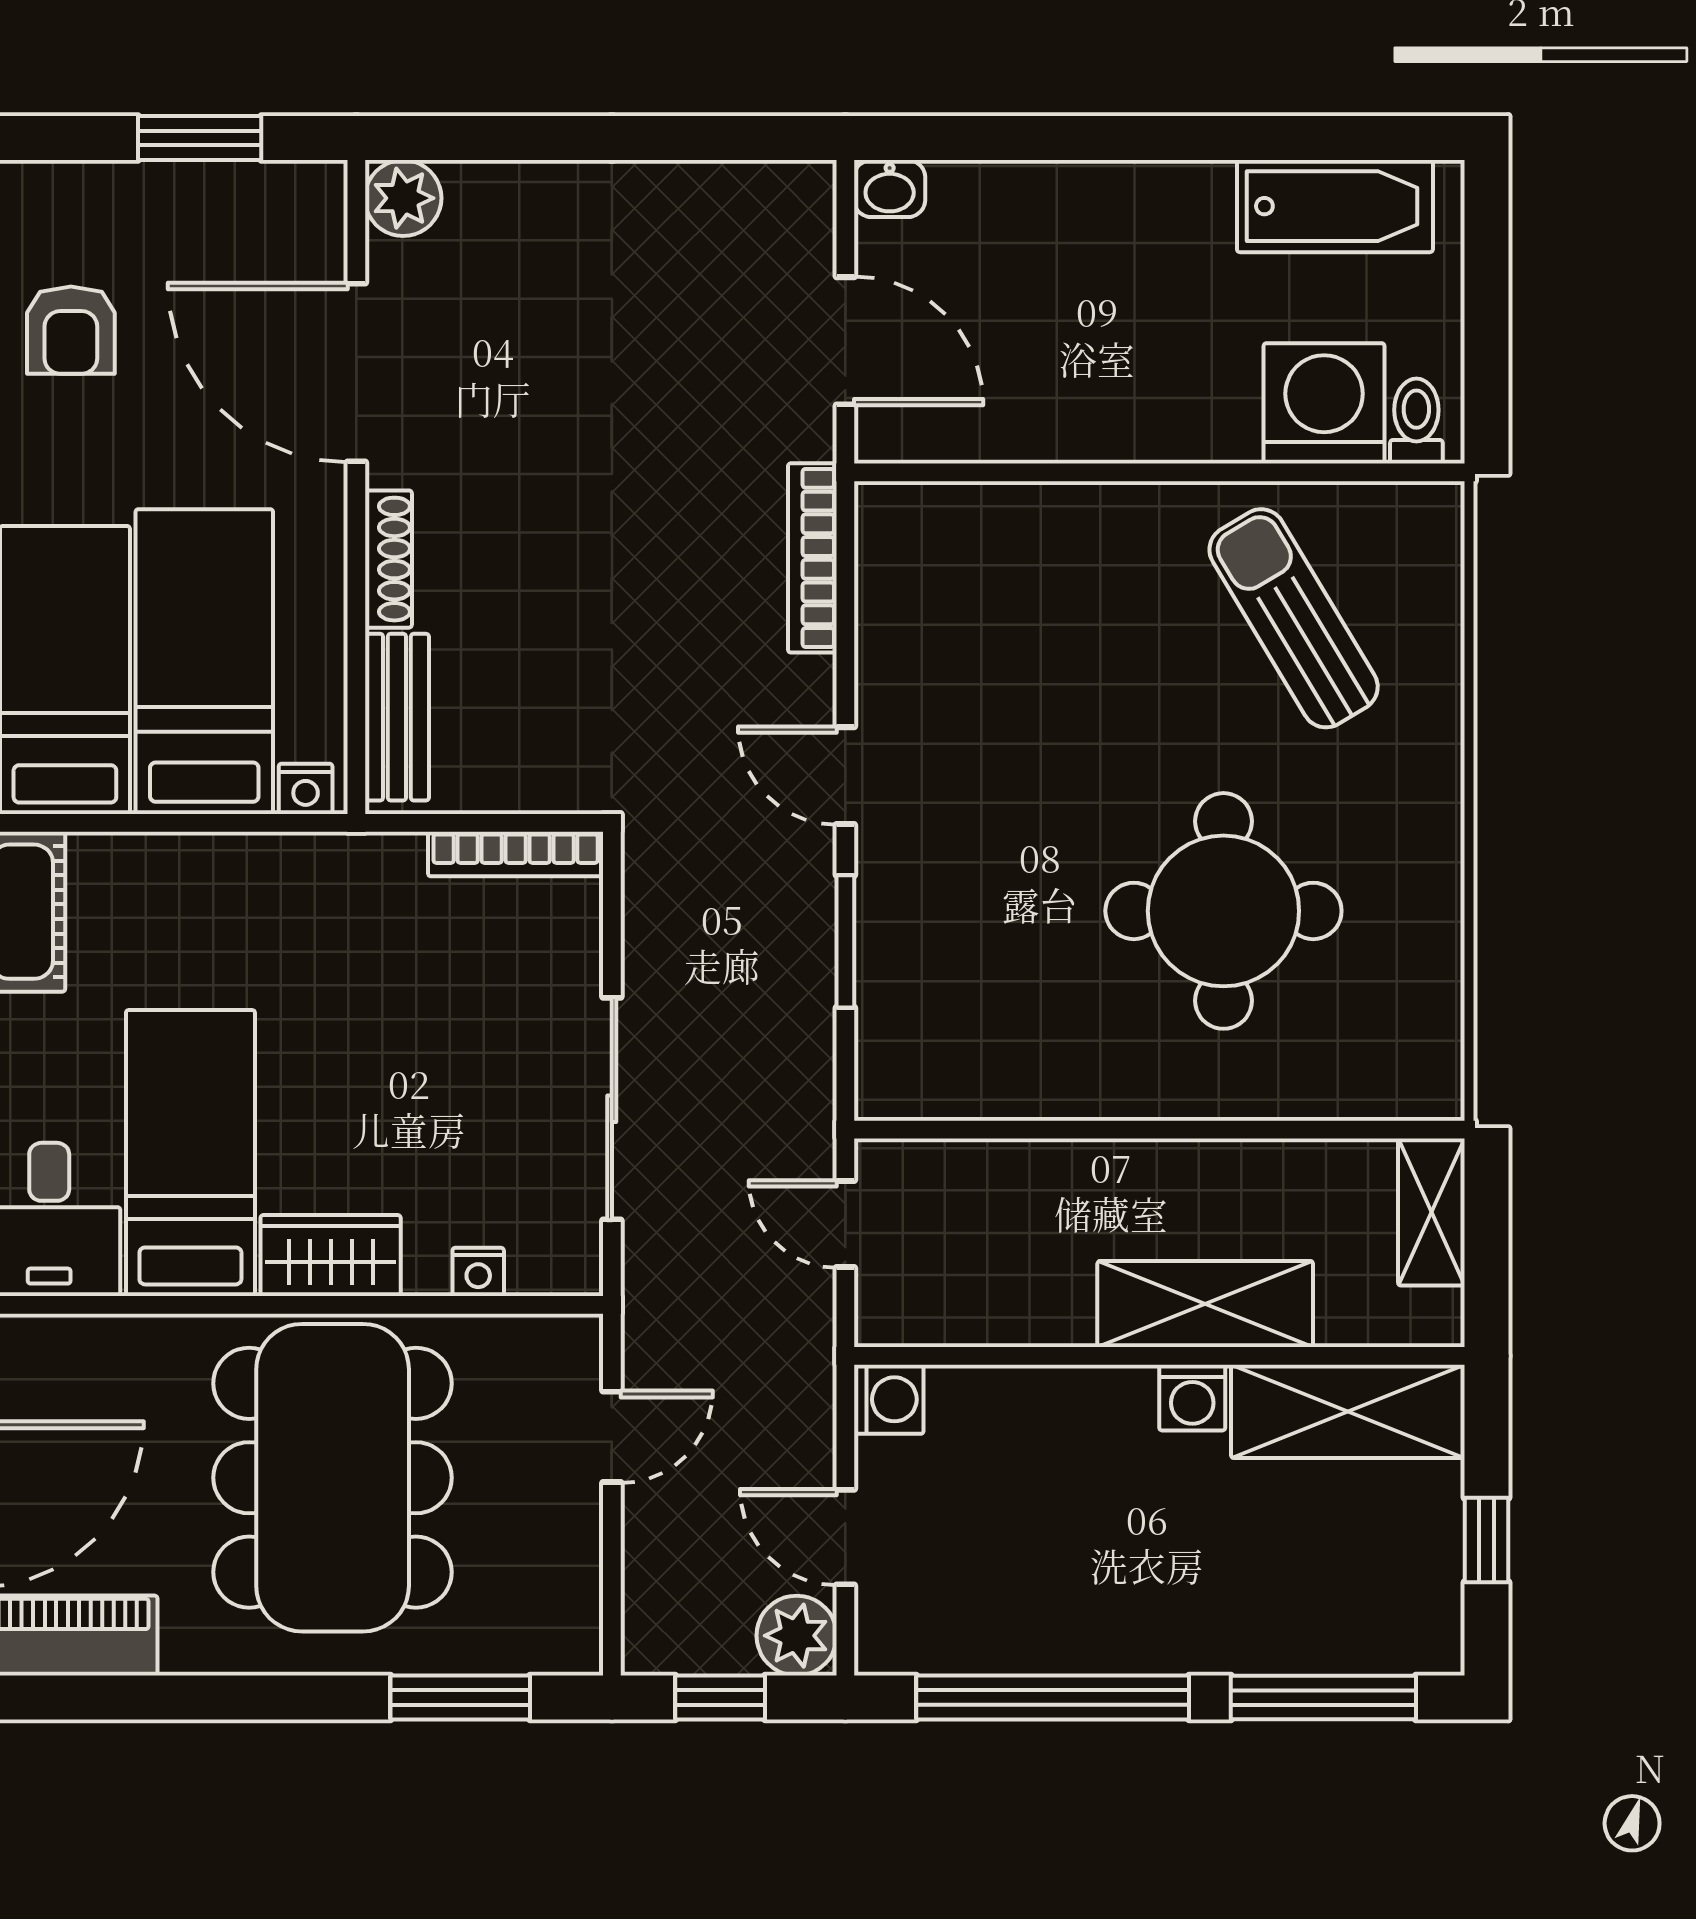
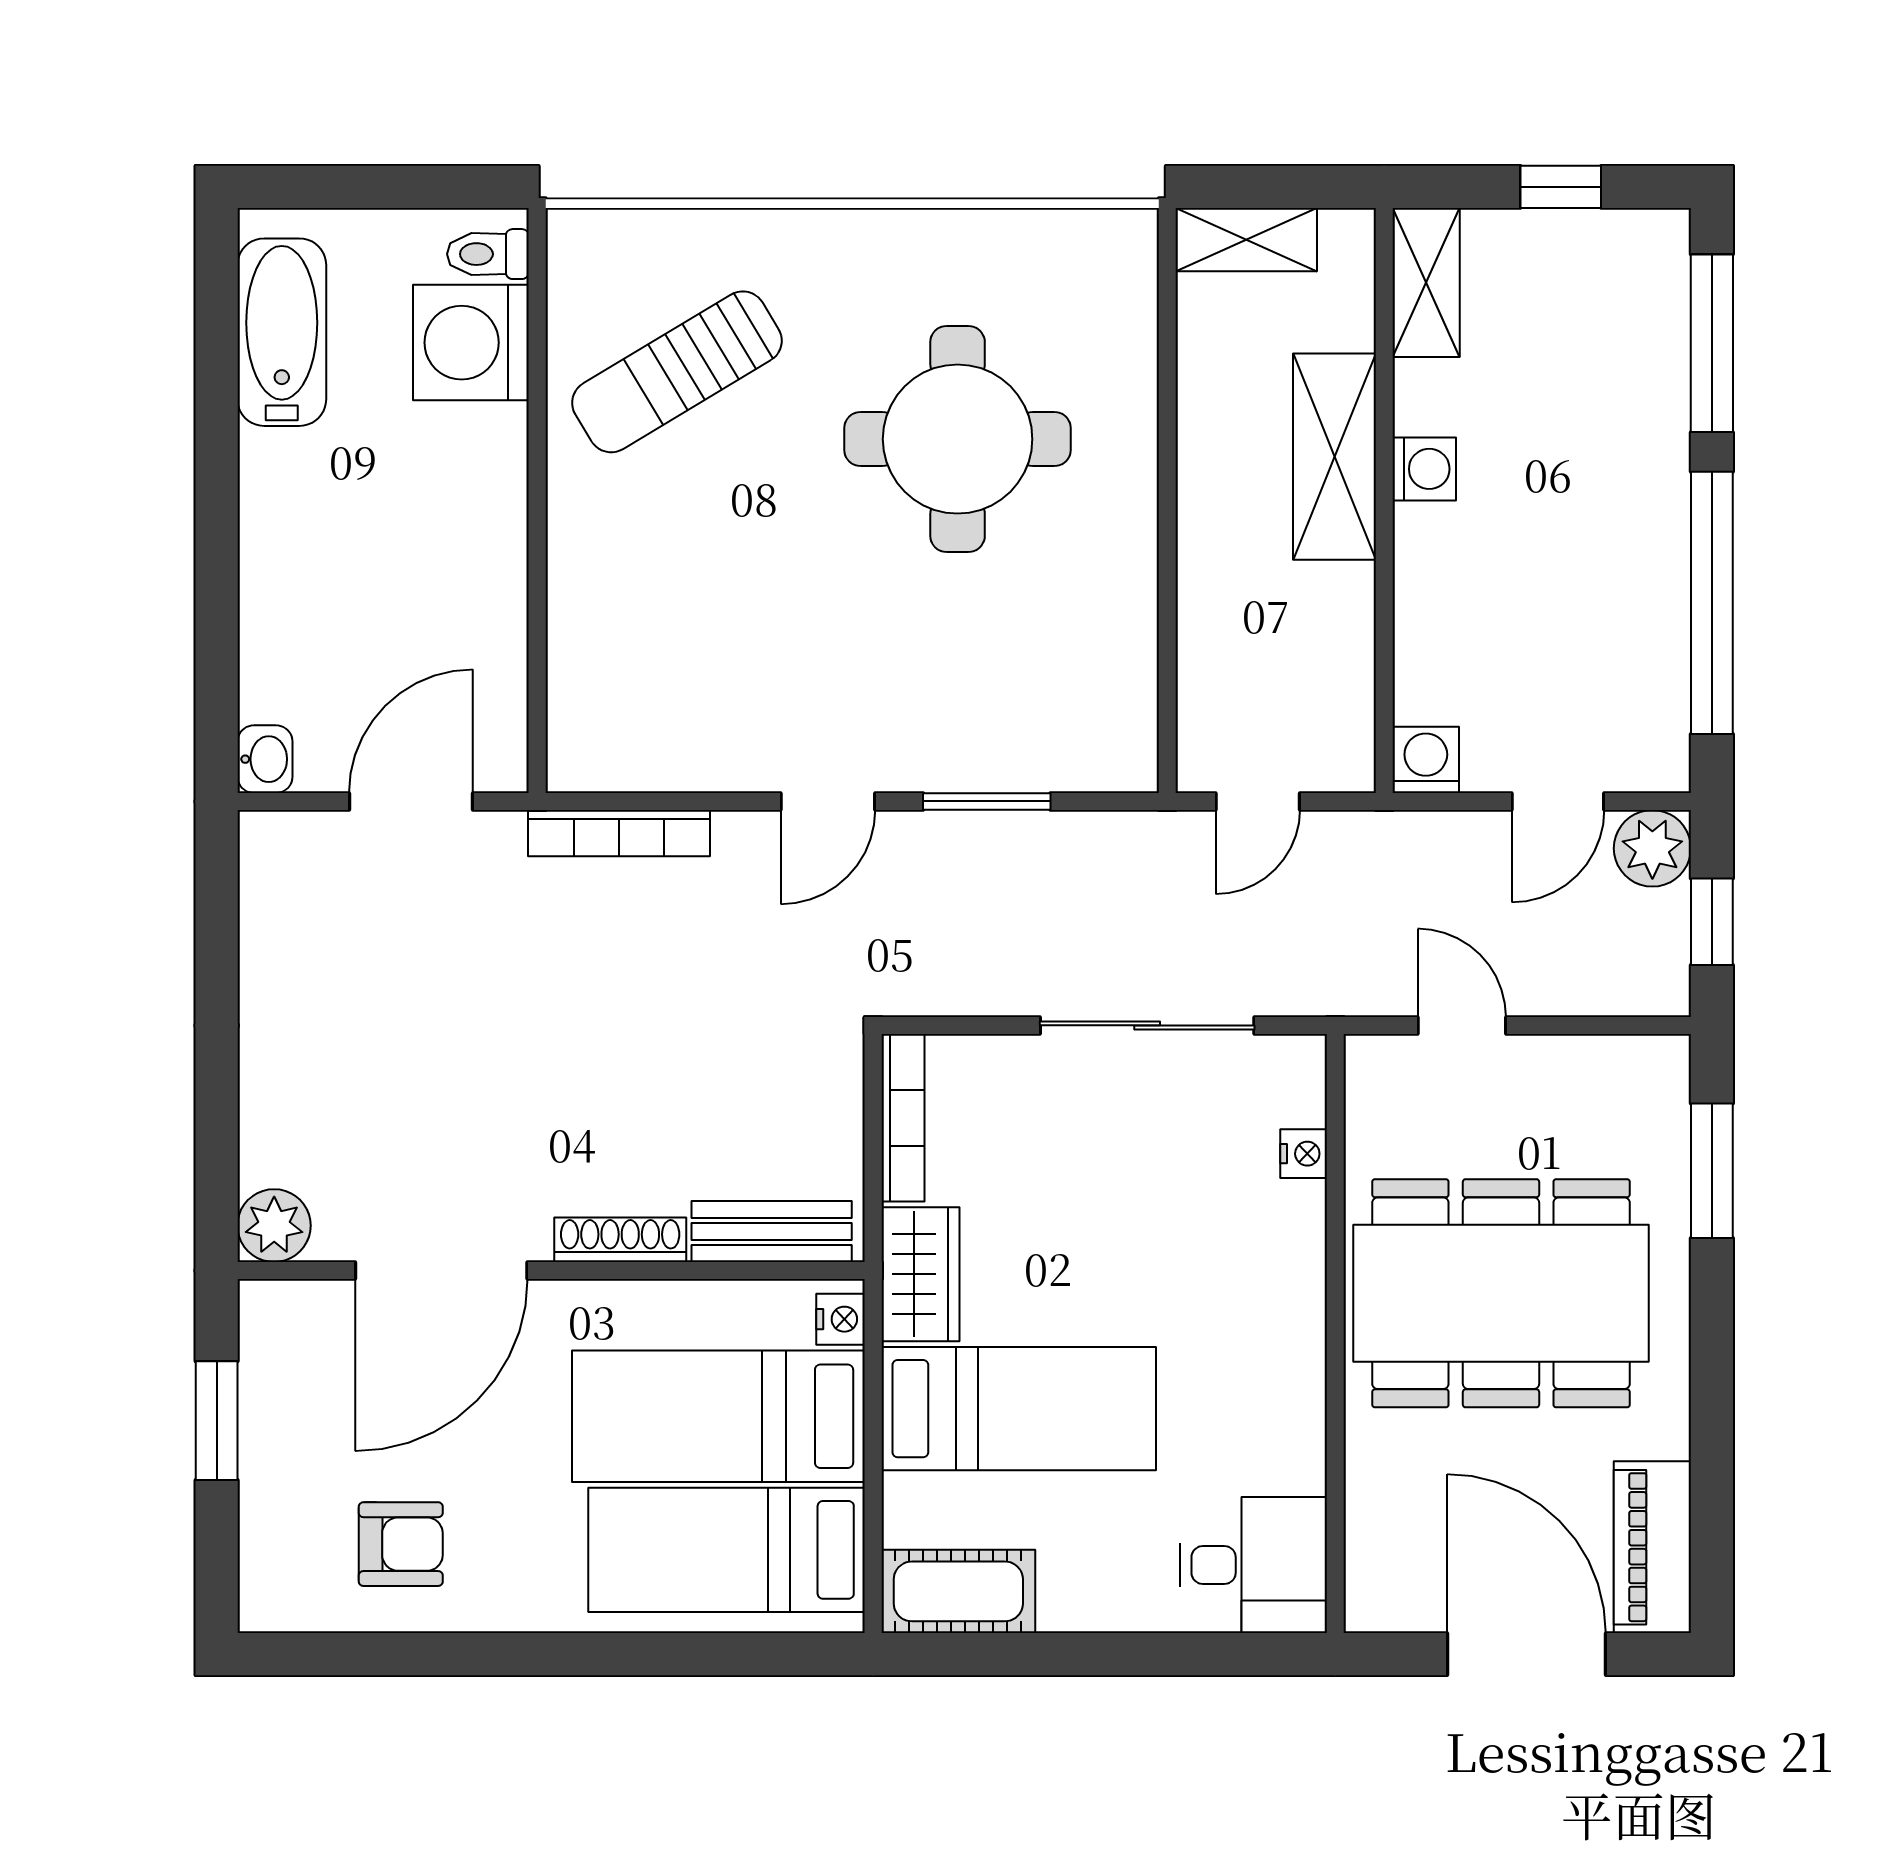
bed: (190, 1153) -> (1019, 1409), moved, turned 180
wardrobe: (331, 1255) -> (920, 1274), moved, turned 180
shelving: (1348, 1411) -> (1426, 282), width x0.67, depth x0.75

